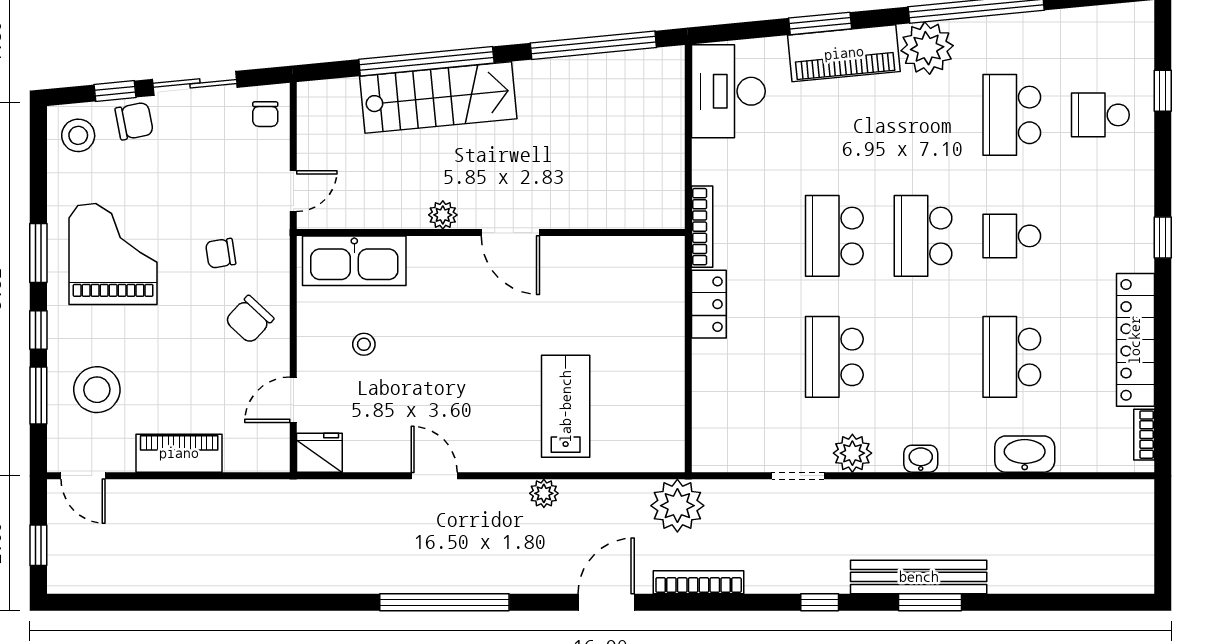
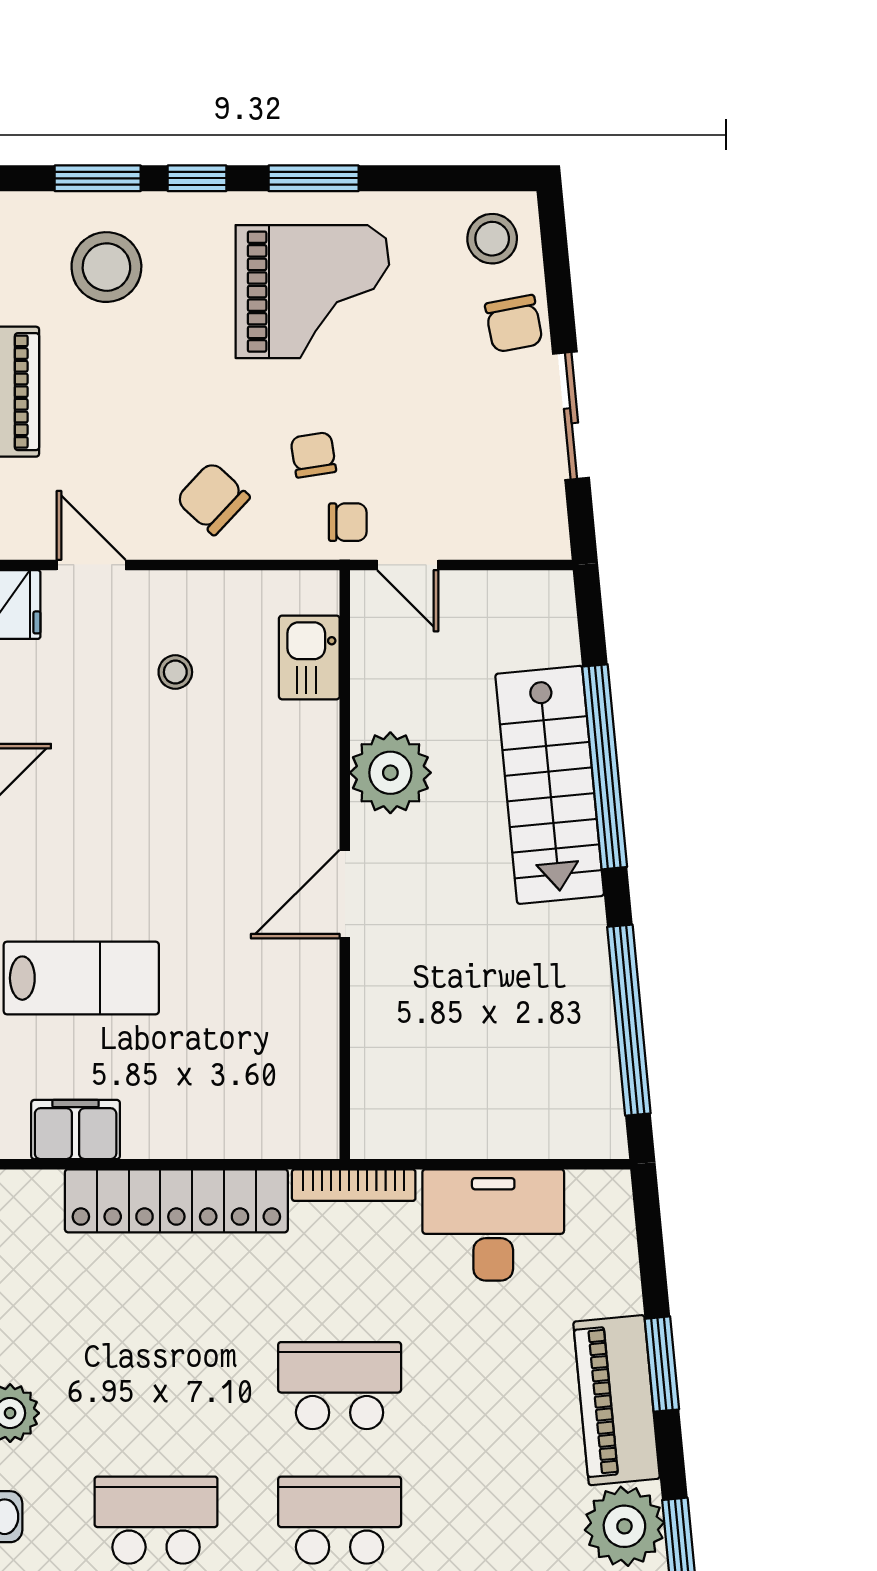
window: (115, 91) -> (559, 295), removed
desk: (728, 91) -> (493, 1225), moved
chair: (265, 114) -> (348, 522), moved, turned 180
plant: (443, 215) -> (390, 773), width x1.88, depth x1.88
kitchen sink: (354, 261) -> (309, 657), width x0.53, depth x0.81
locker: (709, 304) -> (176, 1201), width x2.16, depth x1.21
school desk: (834, 357) -> (156, 1520), moved
filing cabinet: (665, 410) -> (76, 1129), added

